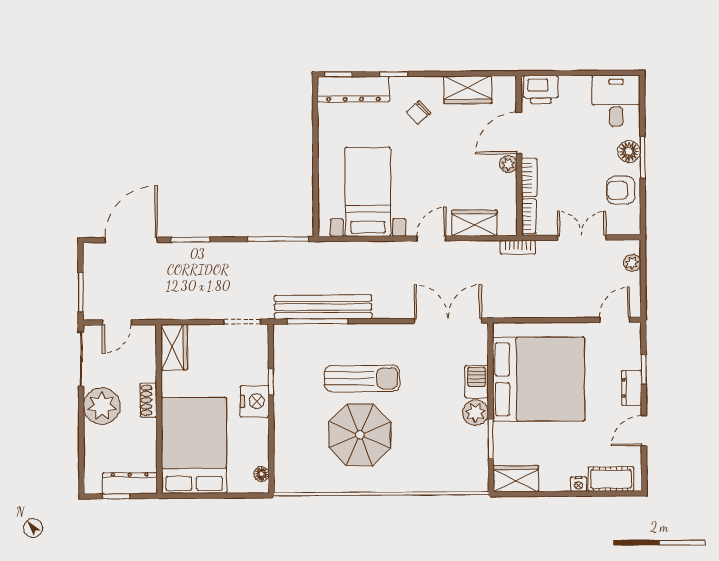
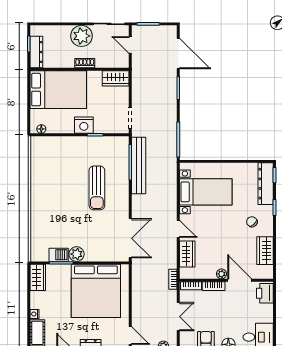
barbecue: (477, 382) -> (59, 255), moved
parasol: (360, 435) -> (64, 186), removed

